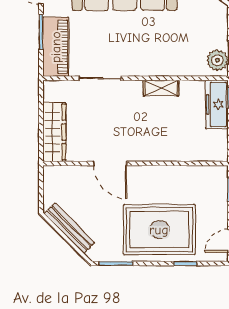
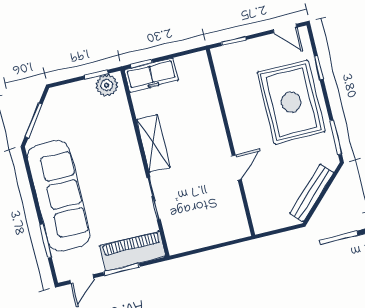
shelving: (161, 88) -> (153, 143), width x1.50, depth x1.33
wardrobe: (54, 132) -> (219, 232), removed
door: (110, 163) -> (237, 168), width x0.73

